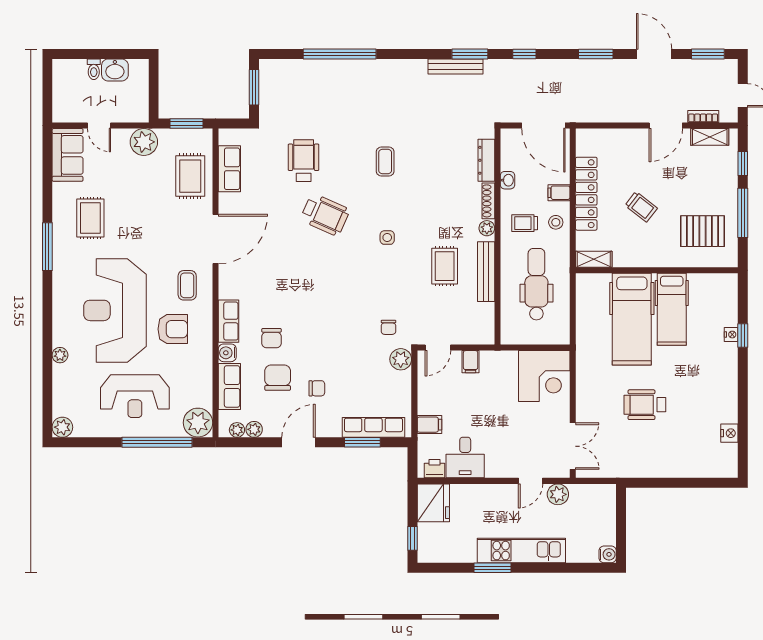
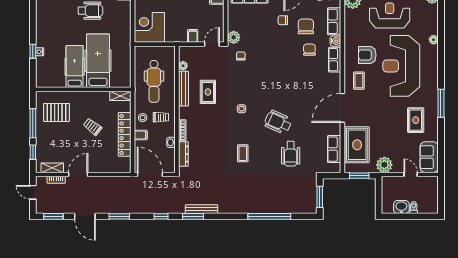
rug: (190, 176) -> (357, 145), width x1.36, depth x1.43
plant: (487, 228) -> (183, 66), moved
reception desk: (115, 310) -> (401, 66), turned 180
chair: (278, 378) -> (306, 26), turned 180

